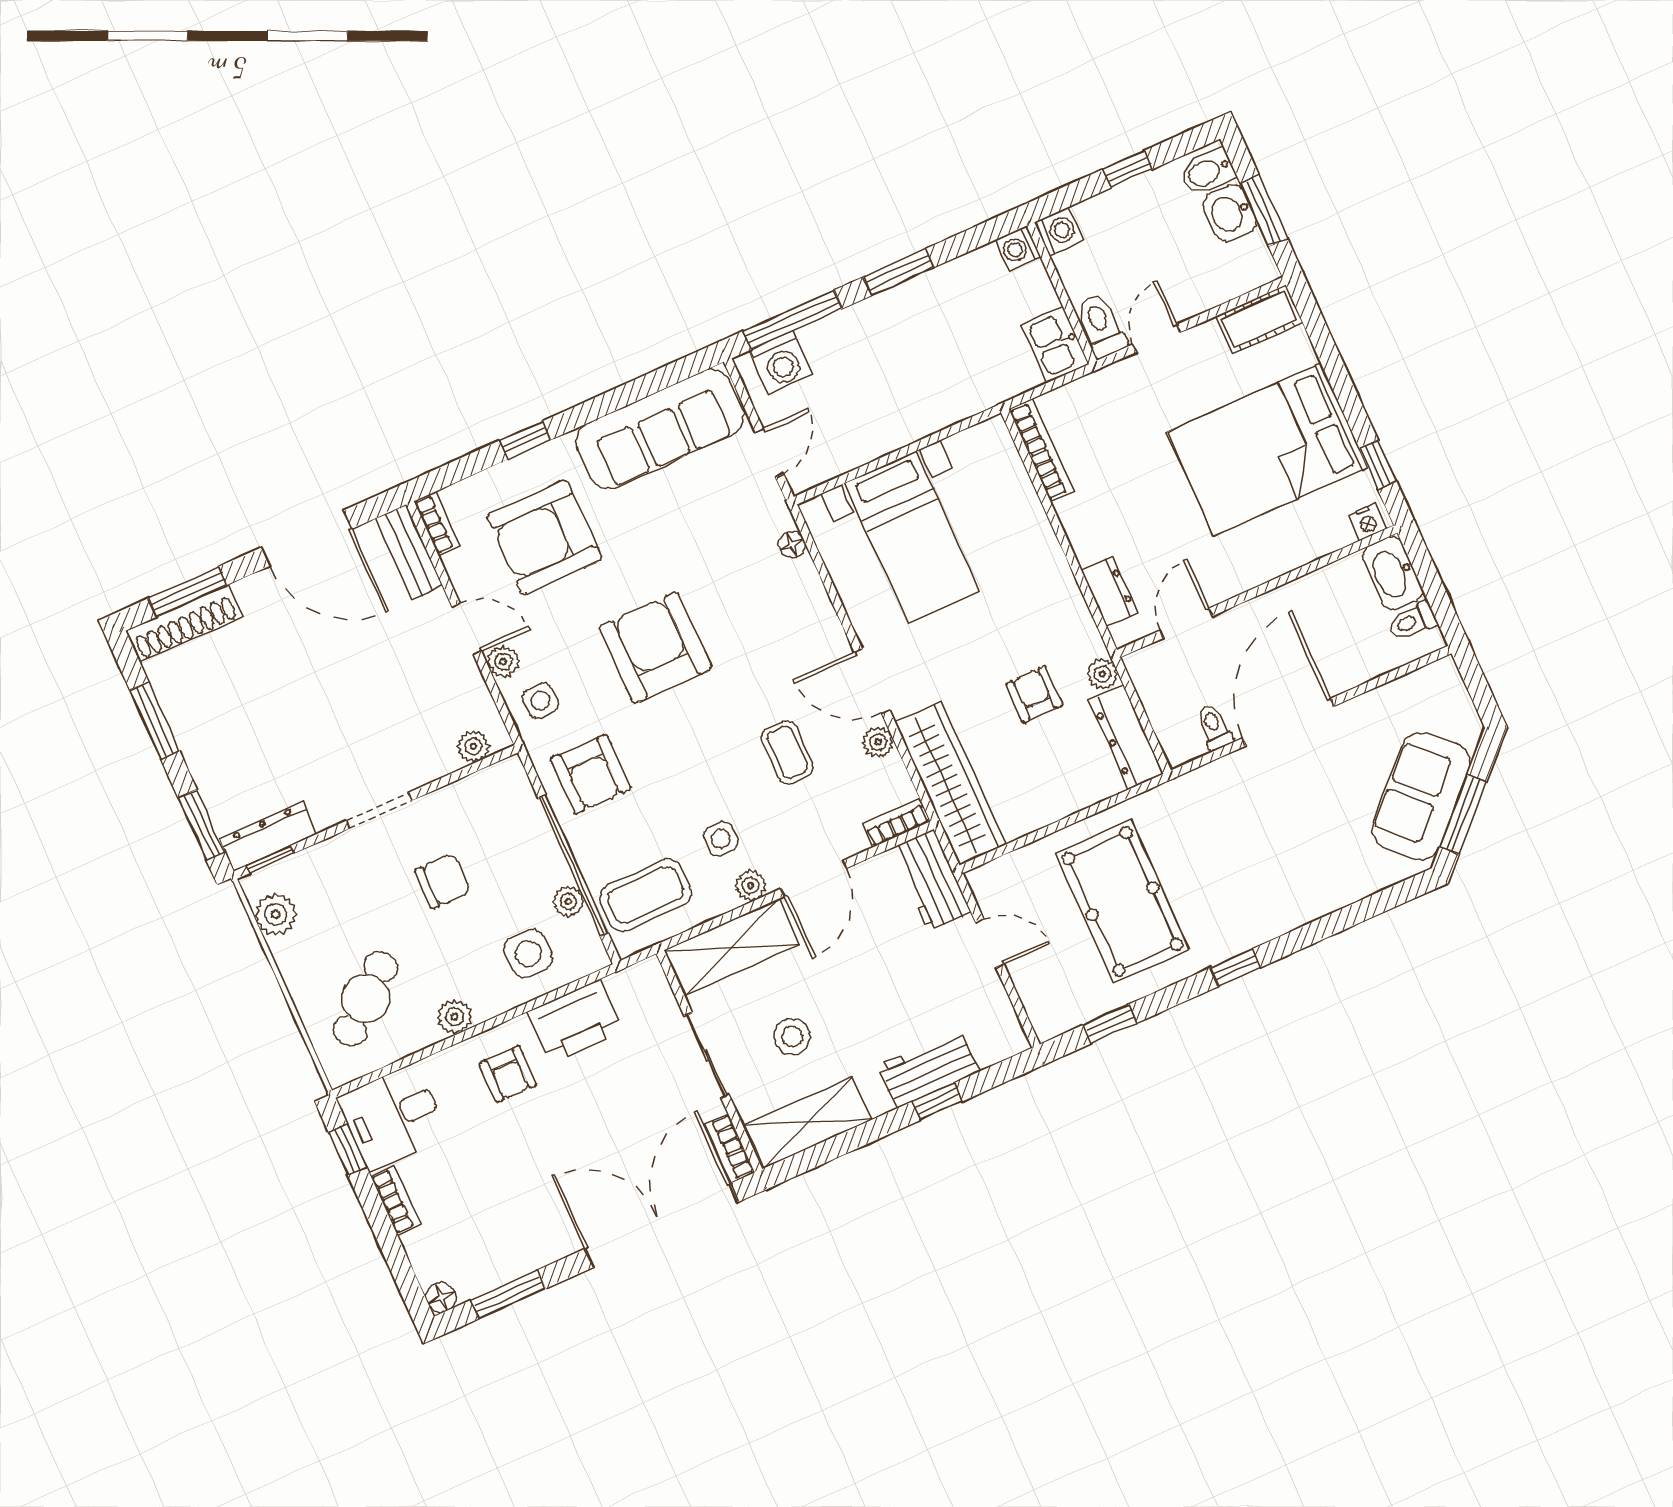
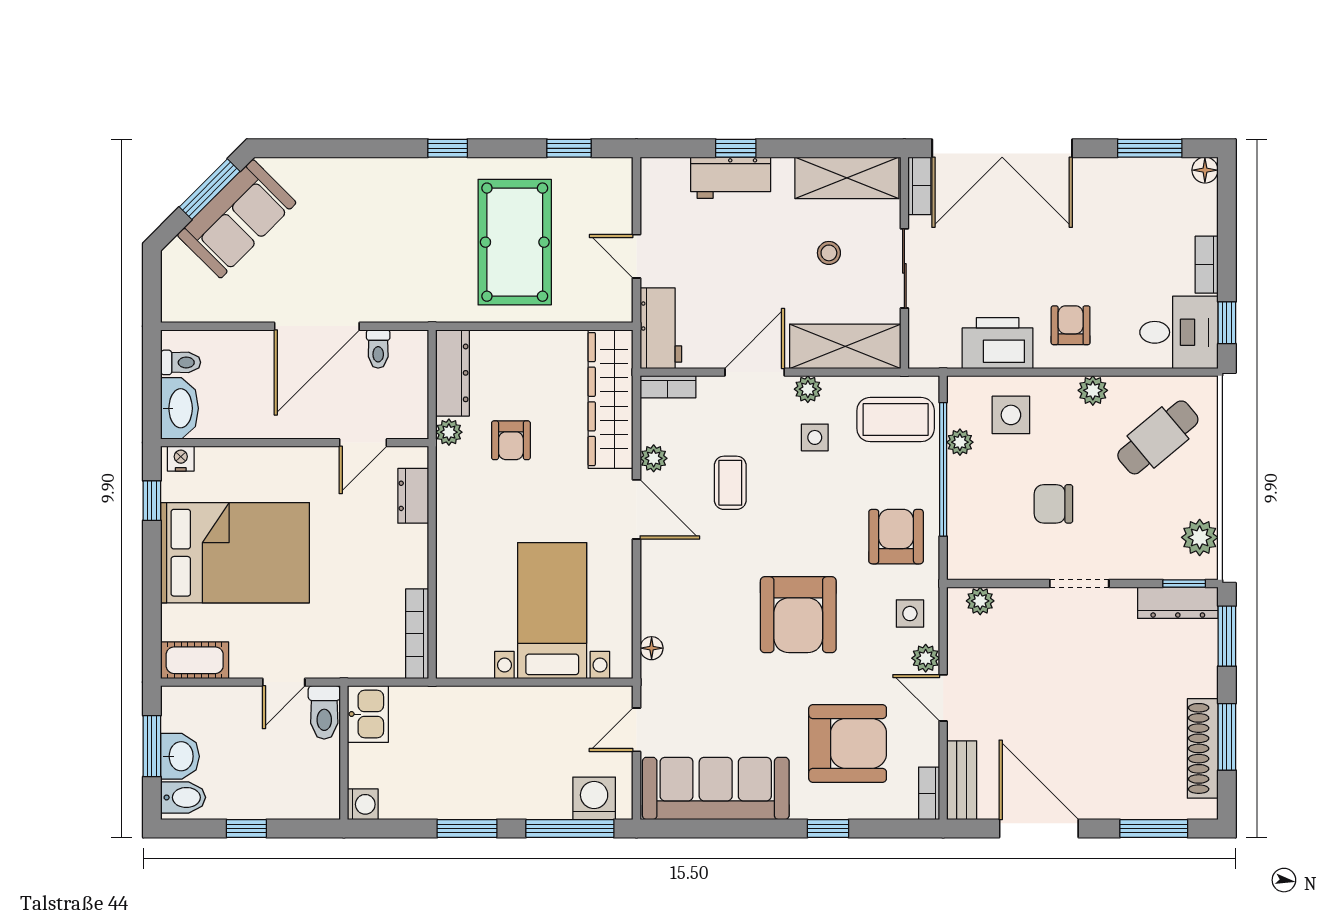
washing machine: (1059, 231) -> (324, 803), removed
shoe rack: (184, 623) -> (1203, 748), moved, turned -90
stool: (792, 1036) -> (829, 253), width x0.73, depth x0.73

